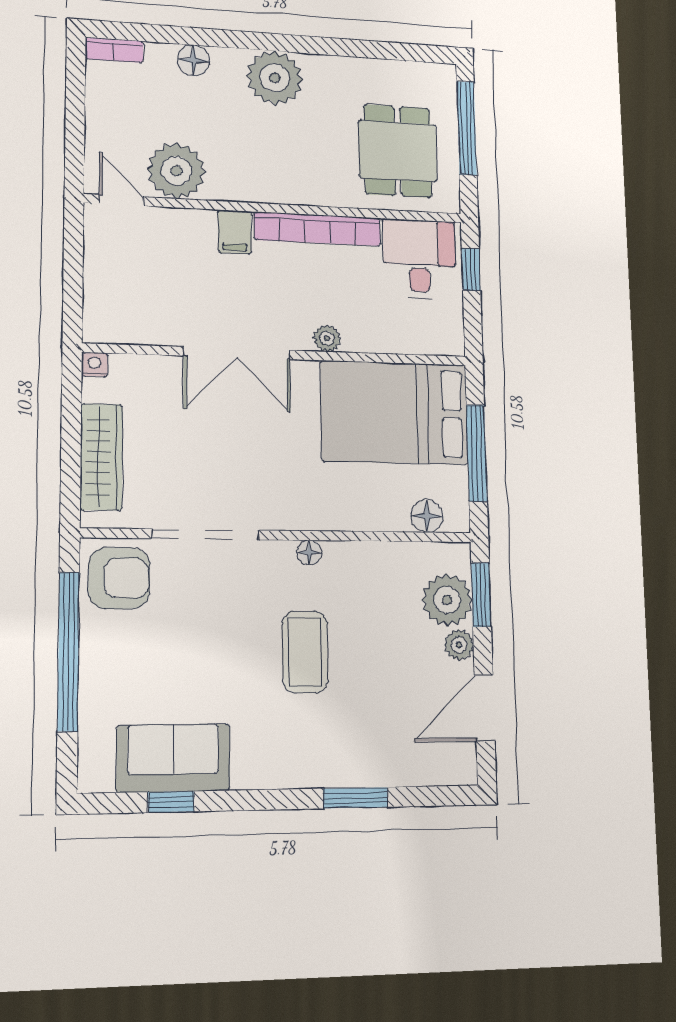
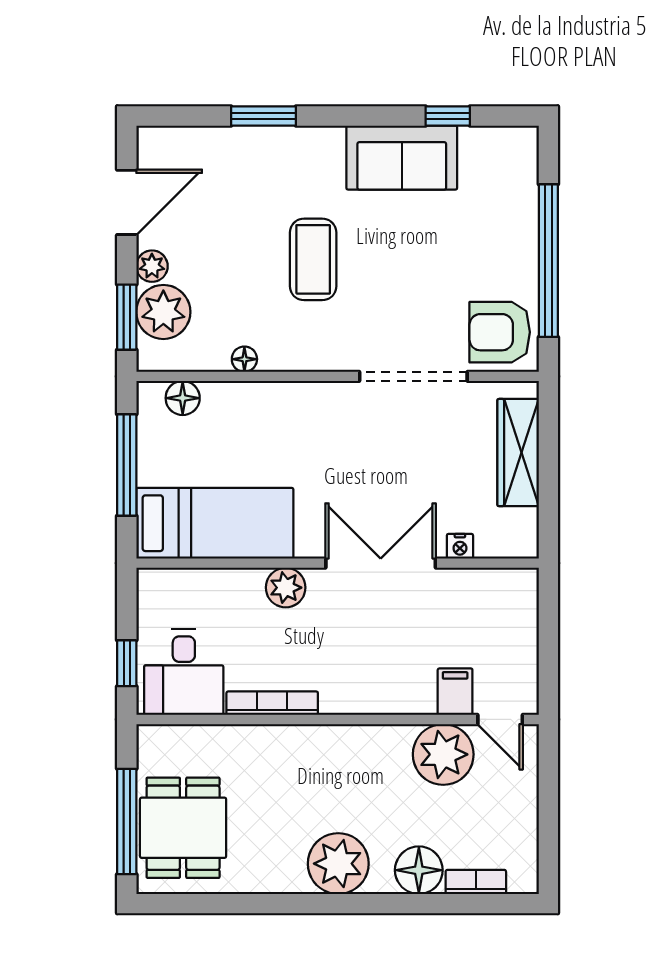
bookcase: (114, 50) -> (476, 882), moved
floor lamp: (193, 60) -> (419, 870), width x1.38, depth x1.38
dining table: (398, 151) -> (183, 828), moved
bookcase: (317, 229) -> (272, 703), width x0.68, depth x0.76
filing cabinet: (235, 232) -> (455, 692), moved
plant: (327, 338) -> (286, 588), width x1.38, depth x1.38
nightstand: (95, 365) -> (460, 546), moved
bed: (394, 413) -> (215, 523), width x0.67
floor lamp: (309, 553) -> (244, 359), moved
sofa: (173, 758) -> (402, 158), moved

